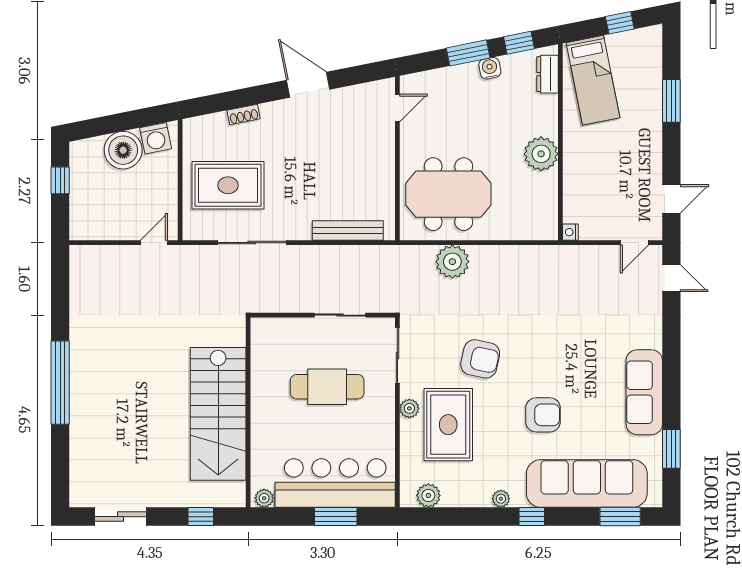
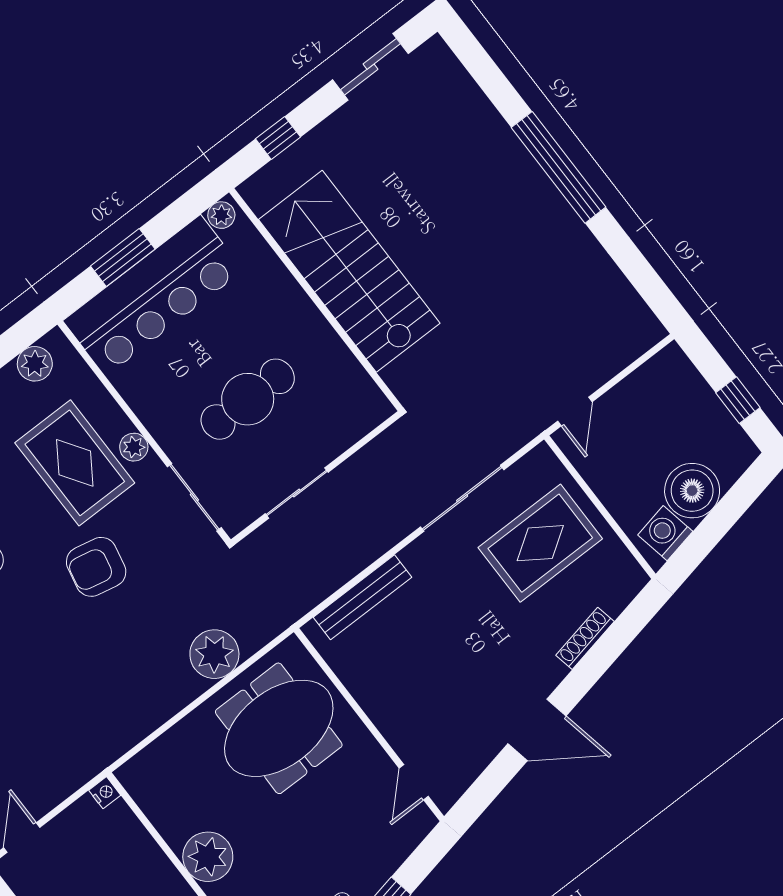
shoe rack: (244, 115) -> (585, 638), width x1.43

